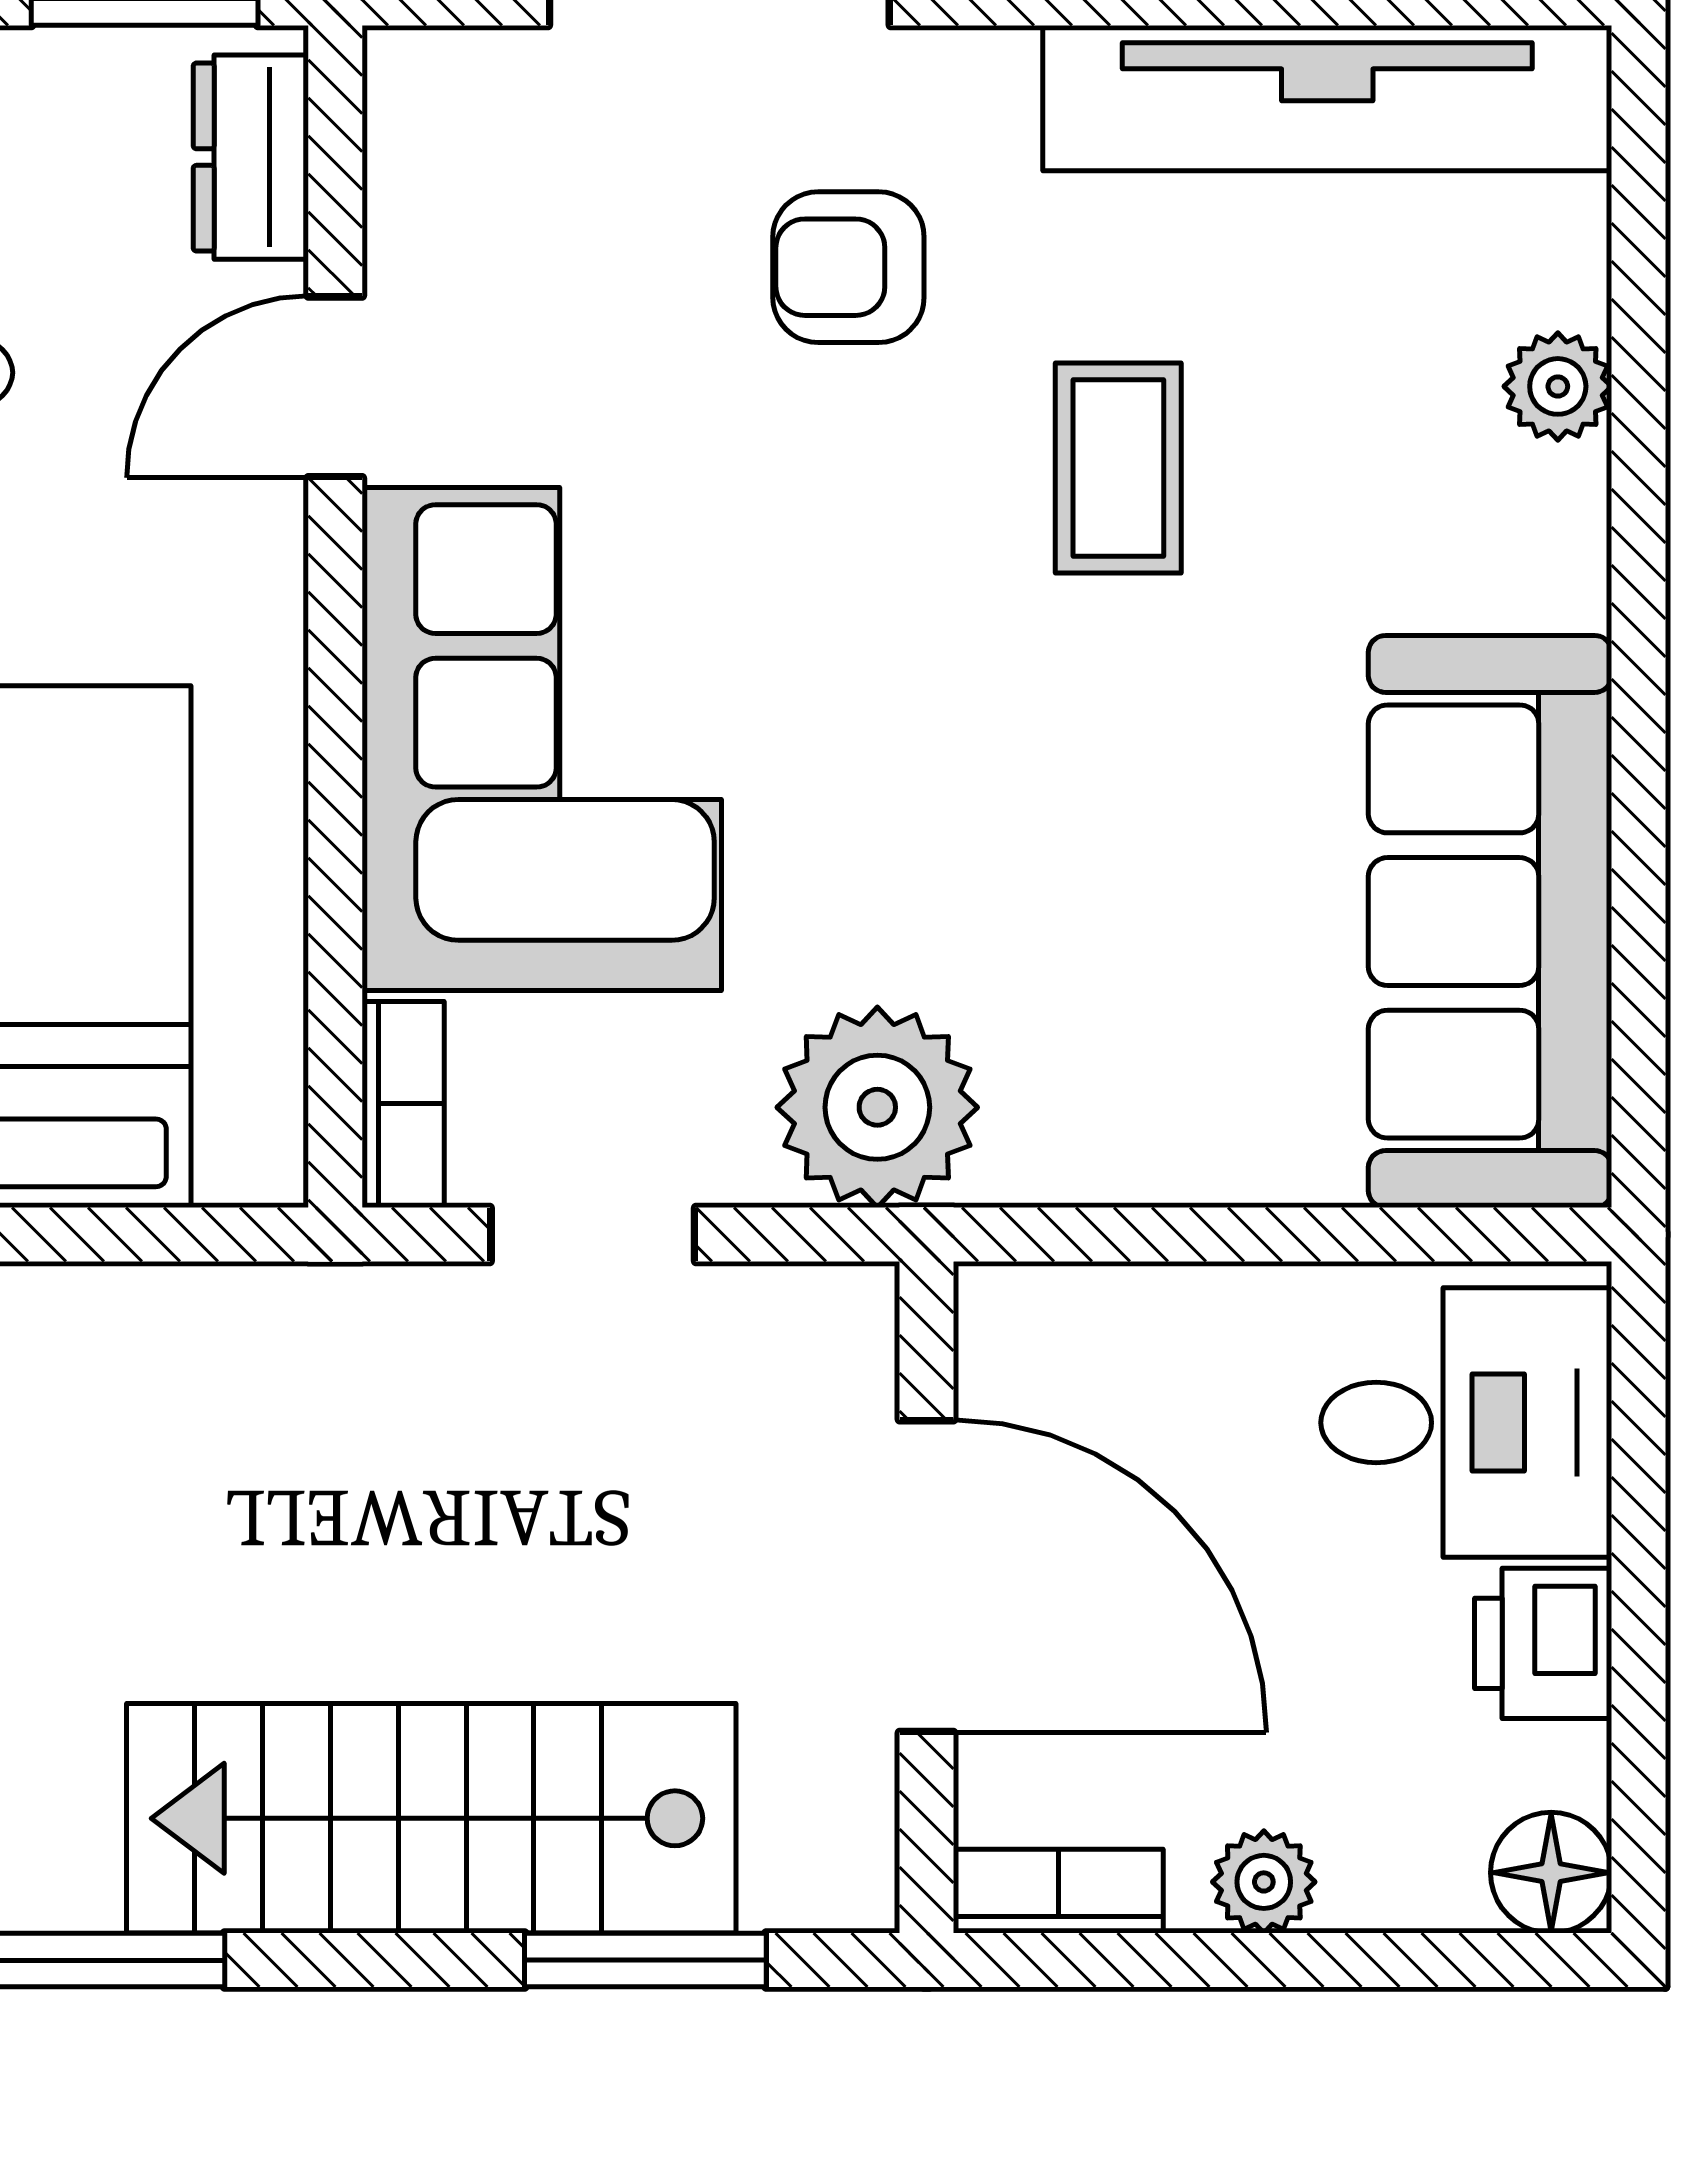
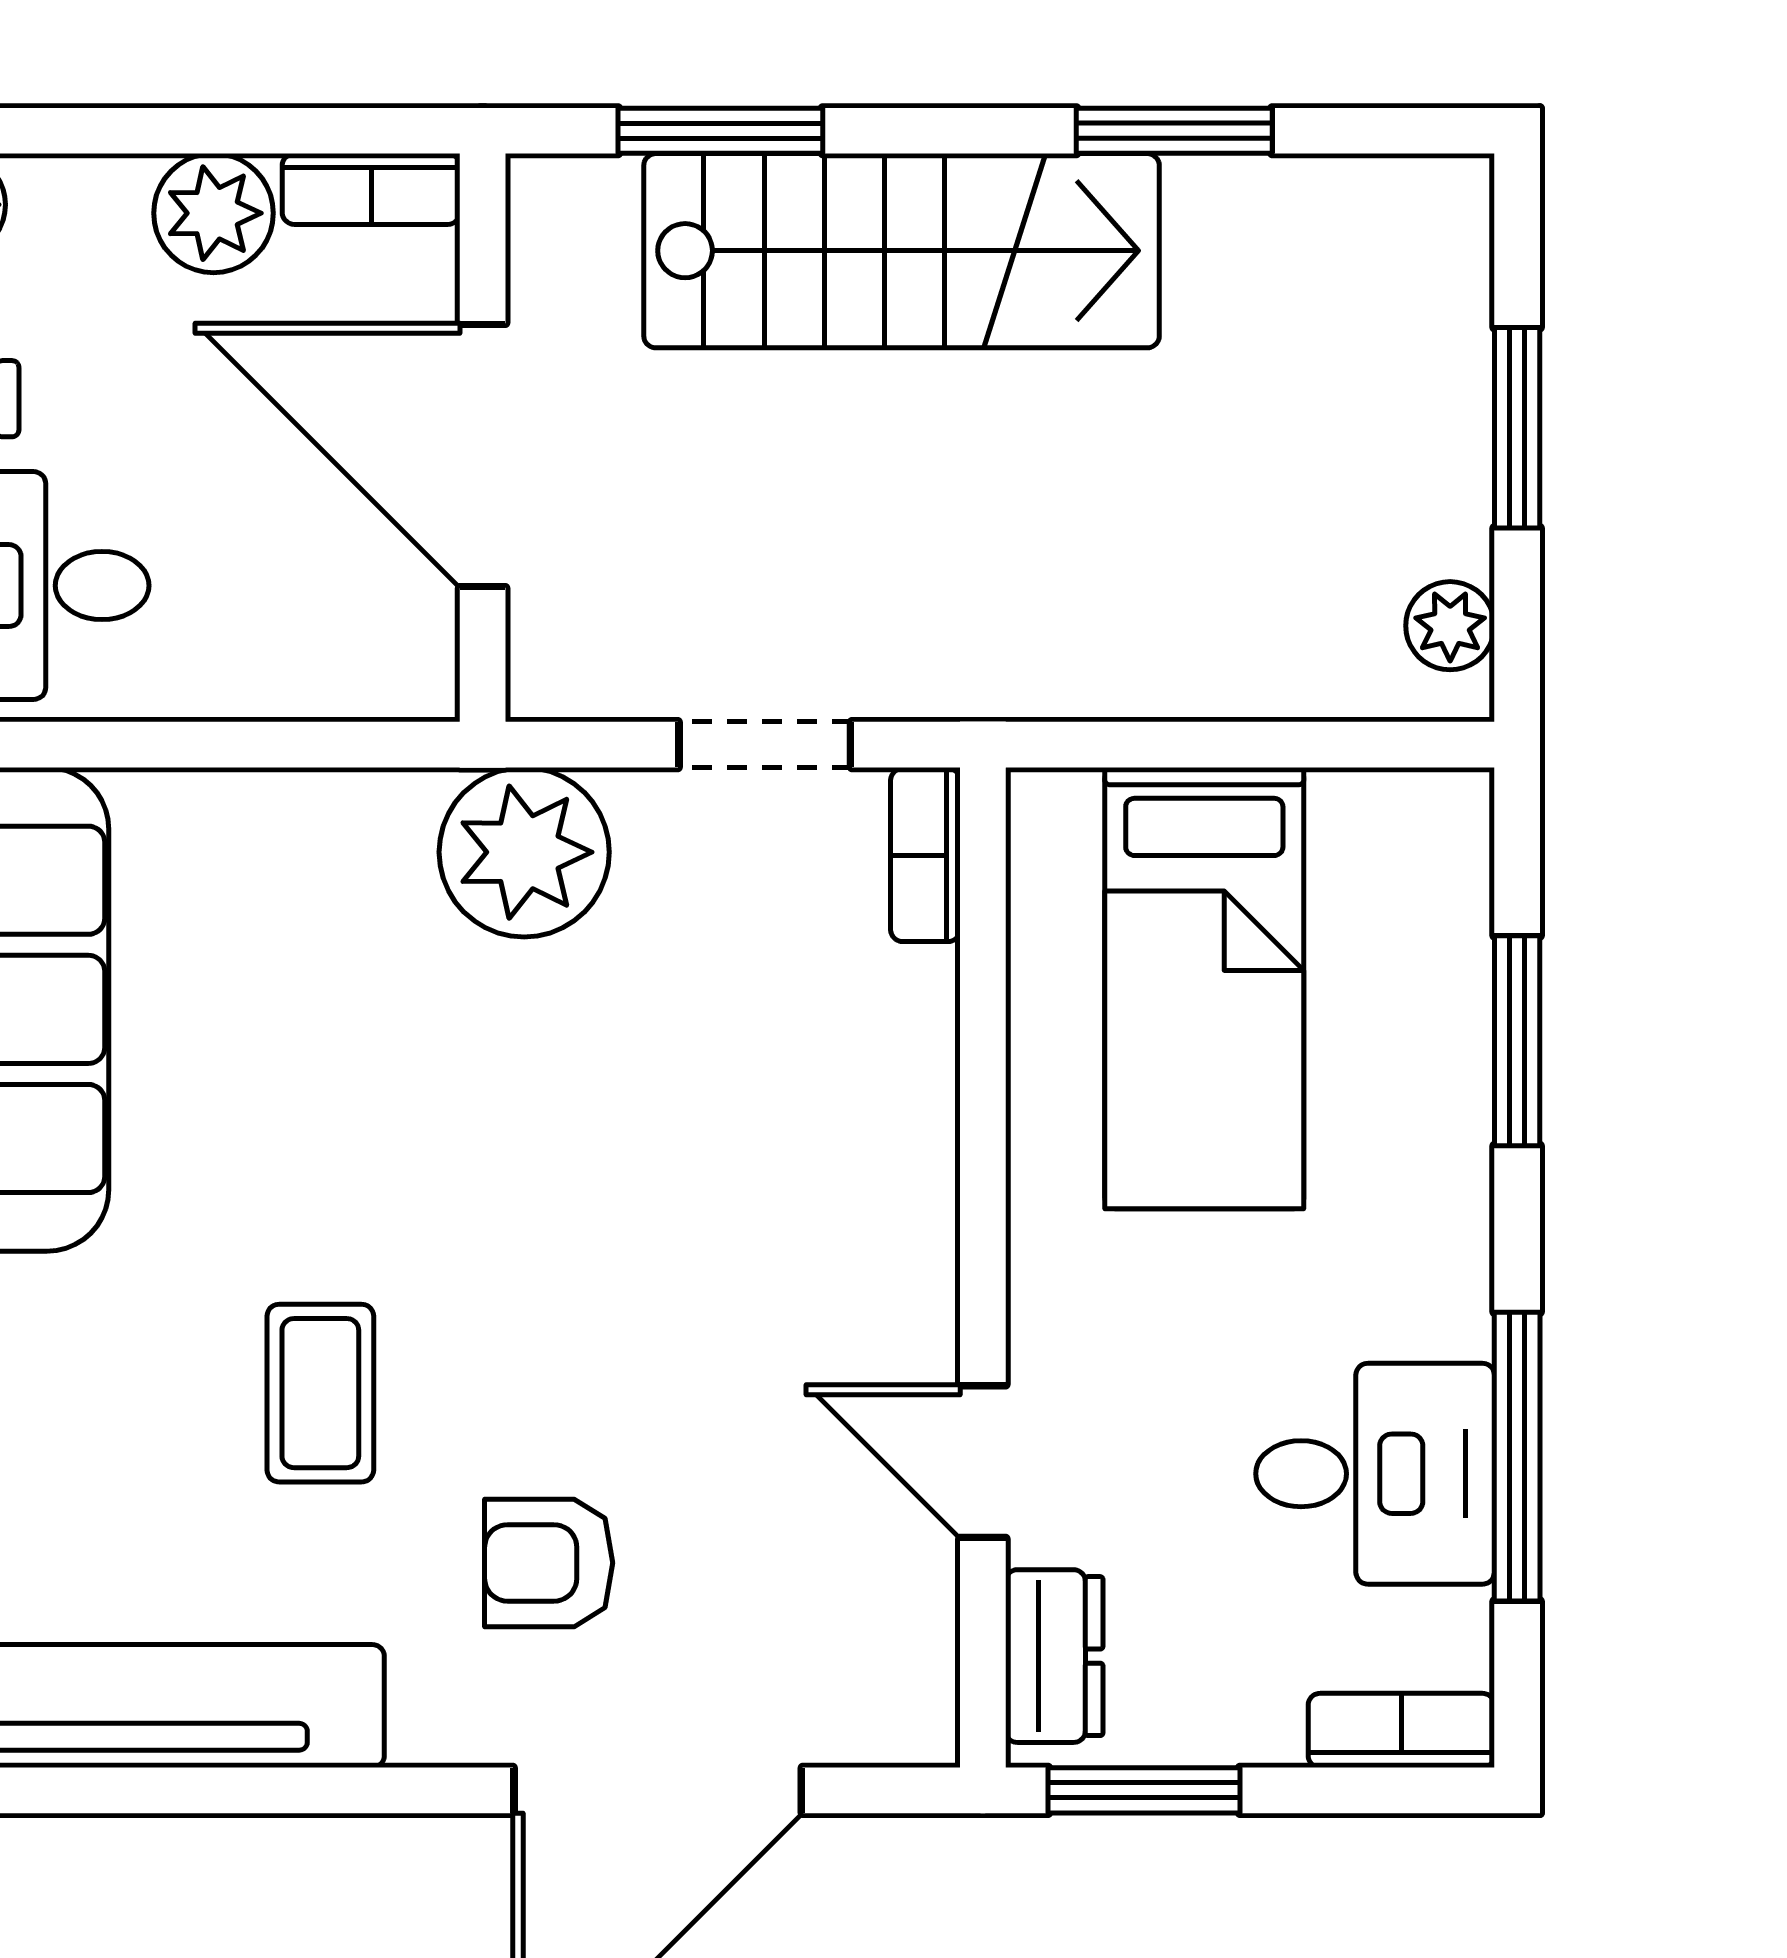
armchair: (848, 267) -> (549, 1563), turned 180
door: (335, 387) -> (983, 1462), swing flipped
corner sofa: (542, 739) -> (808, 1164), removed
plant: (1264, 1882) -> (214, 213), width x1.38, depth x1.38

